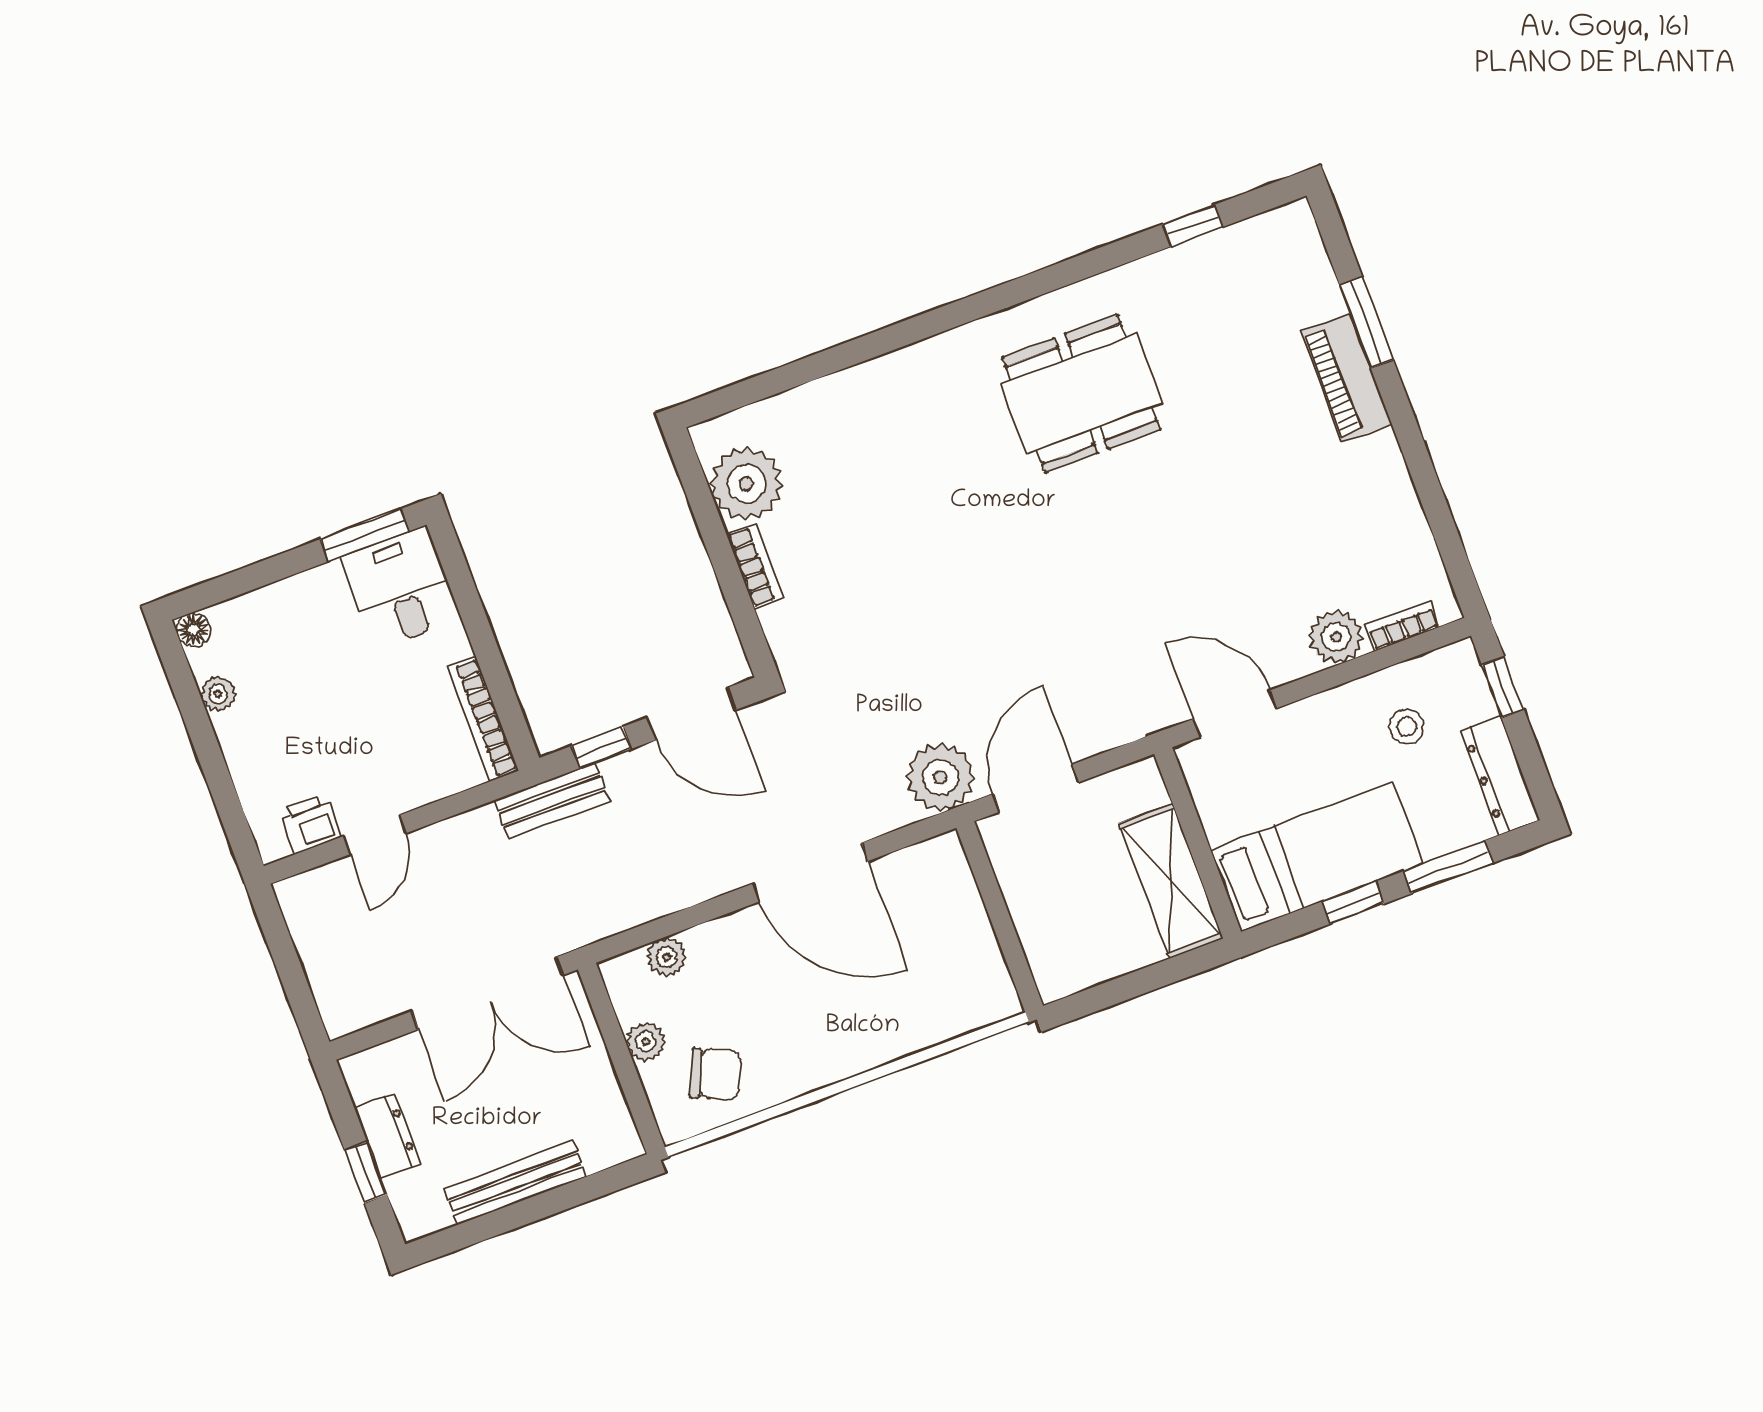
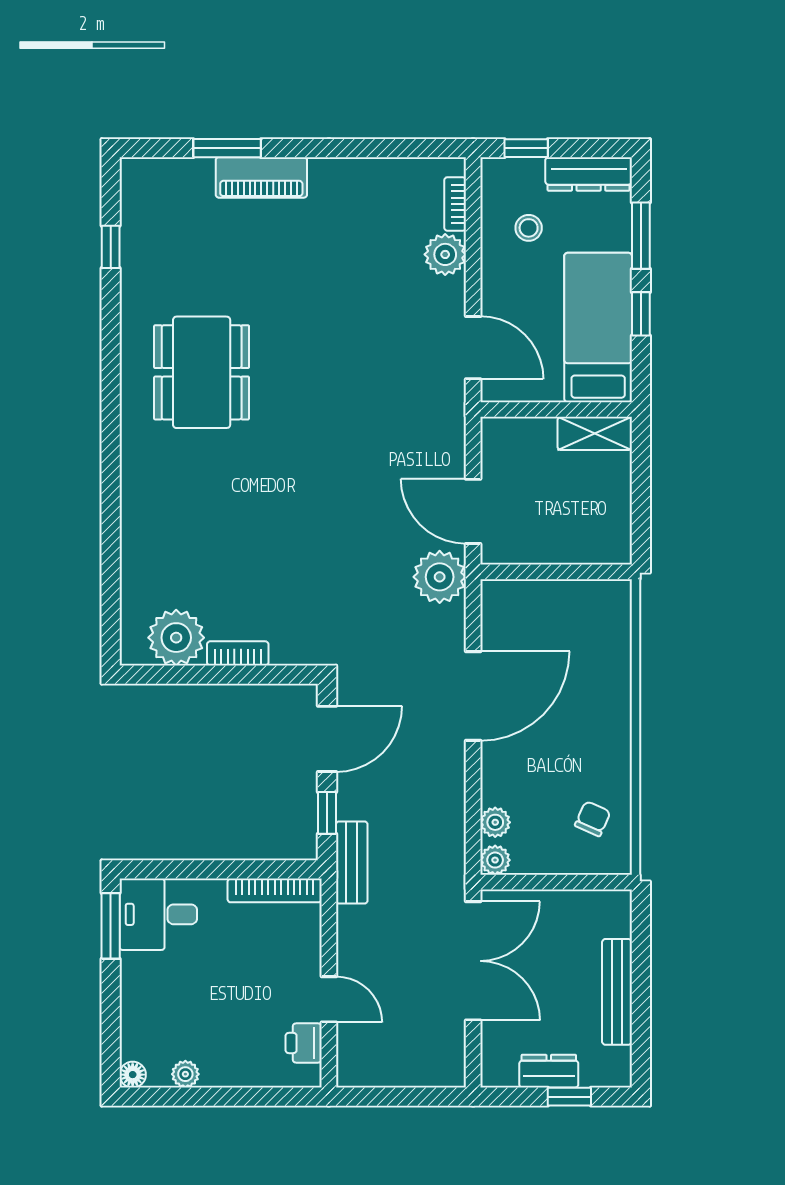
door: (1235, 713) -> (473, 348), swing flipped
shelving: (1171, 881) -> (595, 433), width x0.67, depth x0.75
plant: (646, 1042) -> (495, 860), moved
chair: (715, 1074) -> (593, 819), width x0.73, depth x0.73

